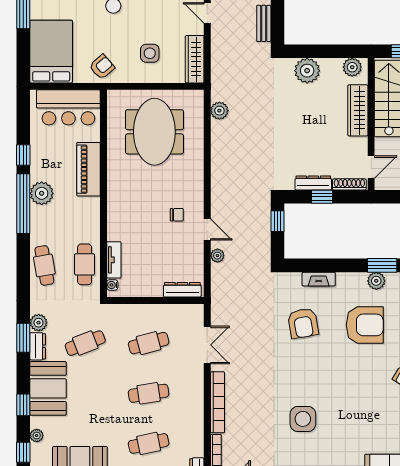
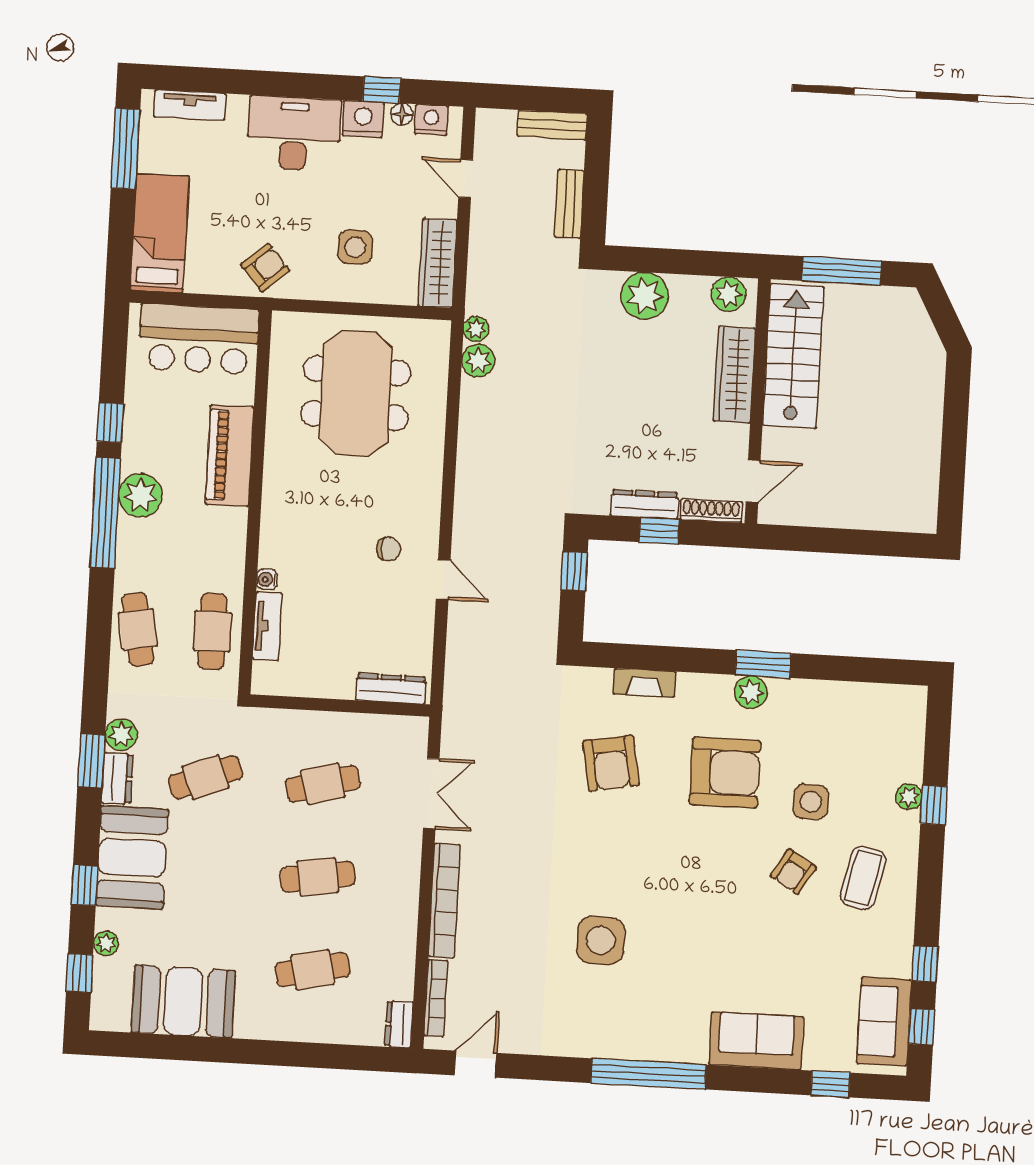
bed: (51, 52) -> (160, 233), width x0.67
plant: (217, 256) -> (476, 329), moved
water cooler: (112, 285) -> (267, 579), moved

